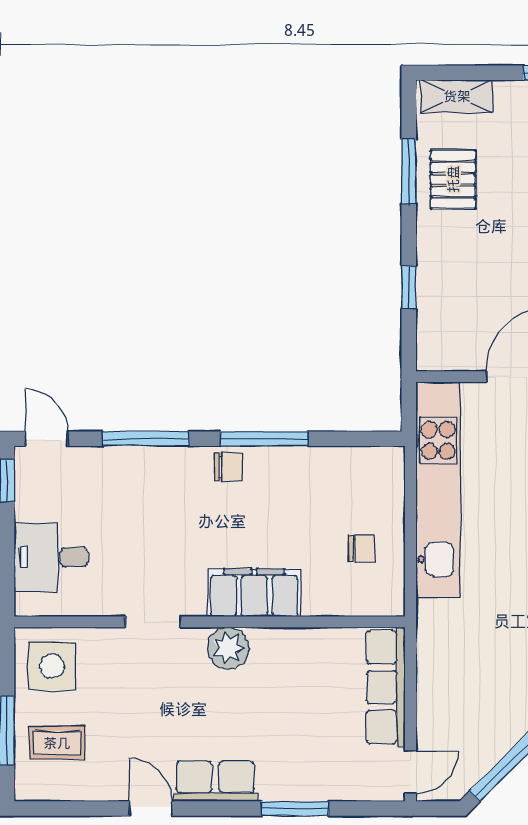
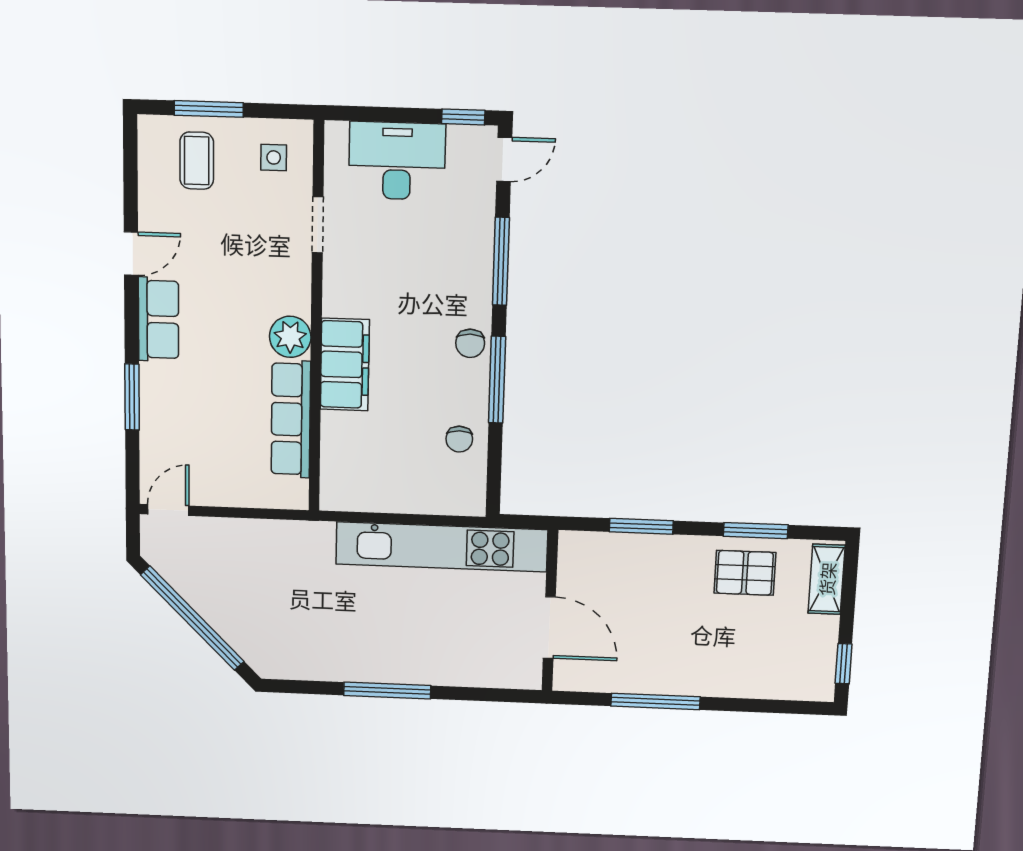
window: (409, 287) -> (641, 526), width x1.50
chair: (362, 548) -> (459, 439), moved
desk: (51, 557) -> (397, 161), width x1.37
doorway: (153, 622) -> (318, 225), moved
side table: (52, 666) -> (274, 157), width x0.54, depth x0.54
row of seats: (386, 687) -> (291, 419), moved, turned -90
door: (411, 772) -> (168, 510), swing flipped

